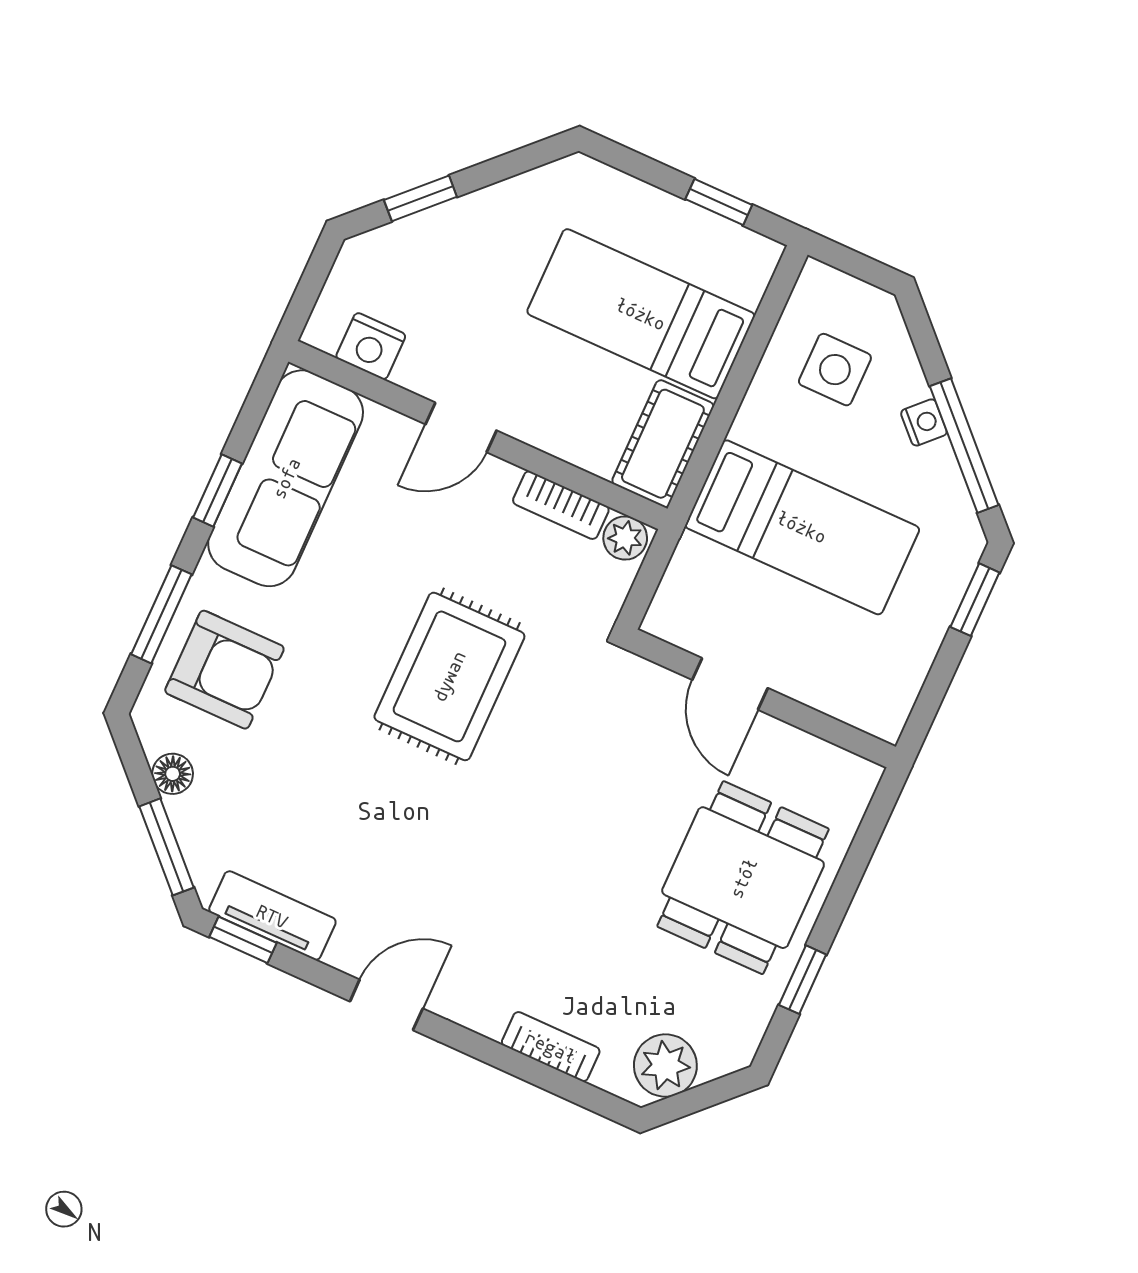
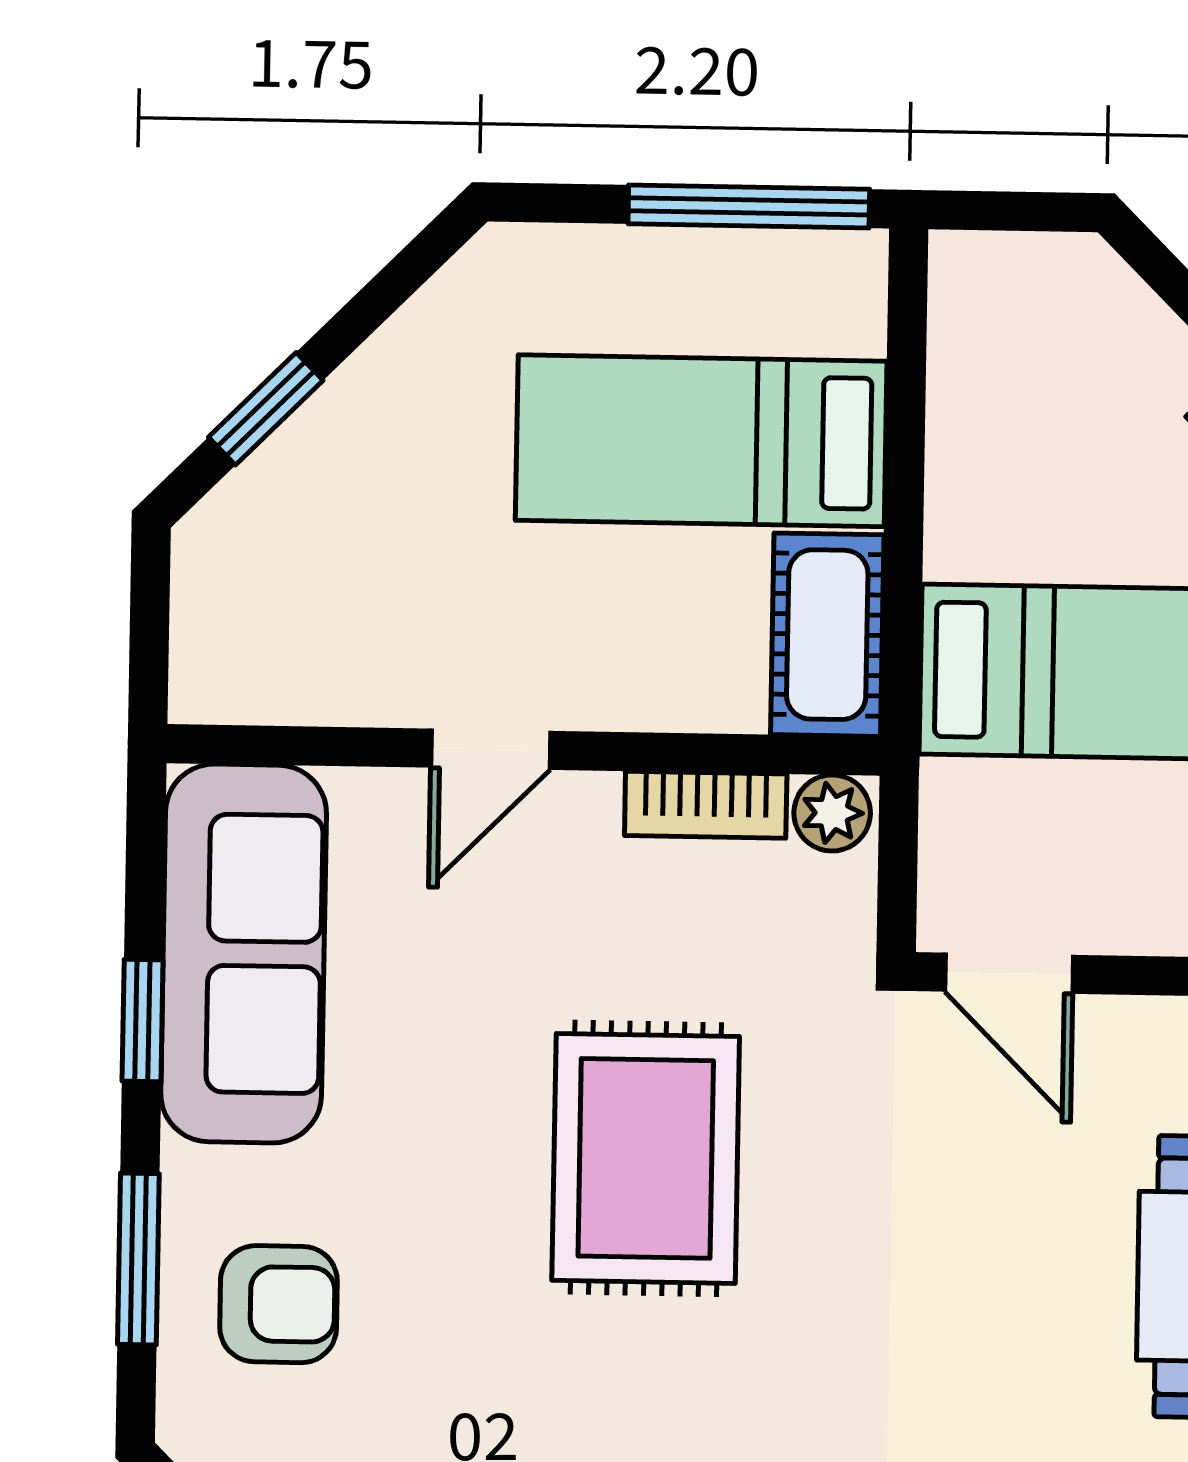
window: (719, 202) -> (749, 207), width x2.17
nightstand: (371, 346) -> (289, 681), removed
side table: (835, 370) -> (1053, 395), removed
armchair: (224, 670) -> (279, 1304), width x0.72, depth x0.72
door: (730, 684) -> (1009, 973), moved

